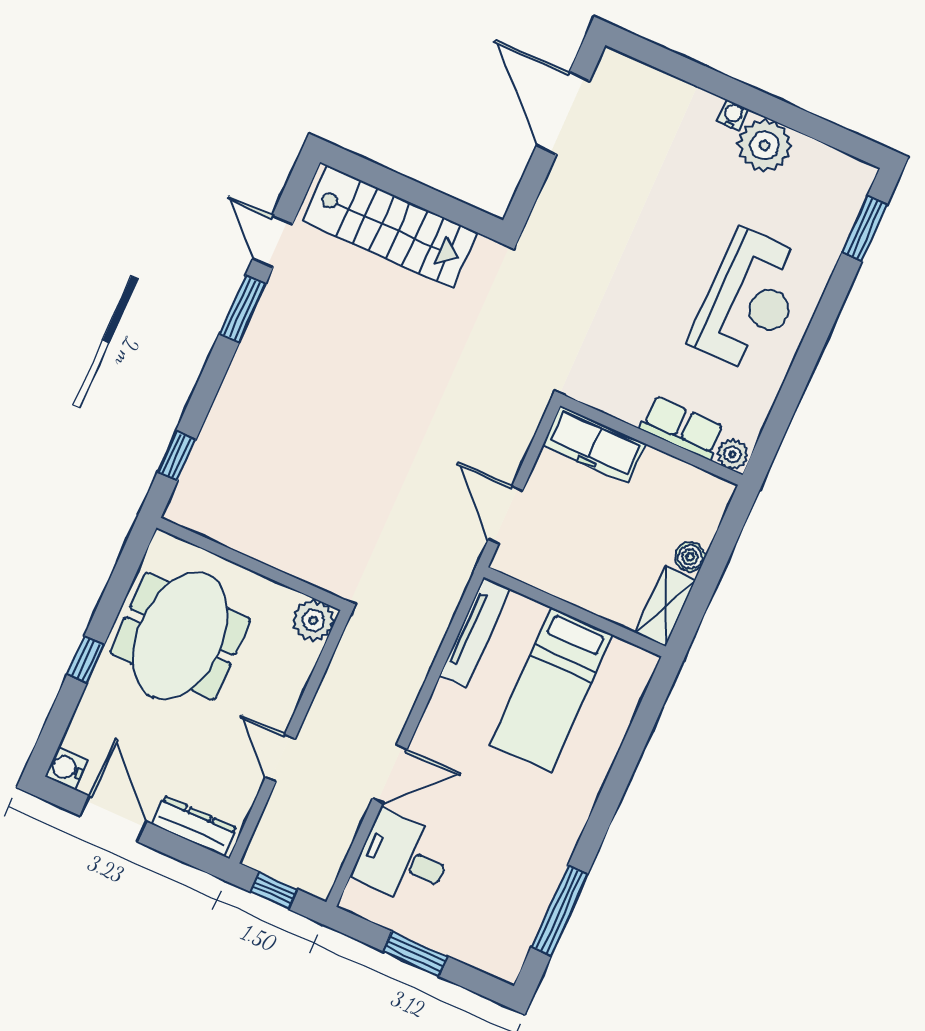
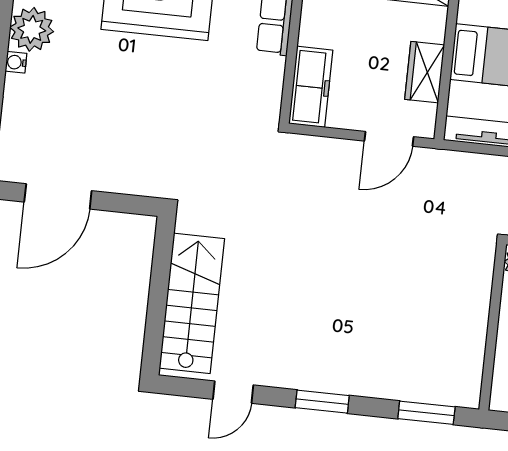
window: (242, 309) -> (322, 402), moved
window: (177, 456) -> (426, 413), width x1.50
wardrobe: (569, 581) -> (425, 72), added

